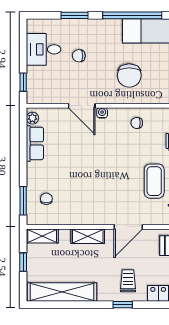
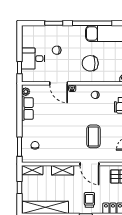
desk: (43, 49) -> (33, 59), moved
chair: (129, 75) -> (90, 63), turned 90
coffee table: (154, 181) -> (93, 136), moved
door: (128, 227) -> (90, 164), hinge flipped

